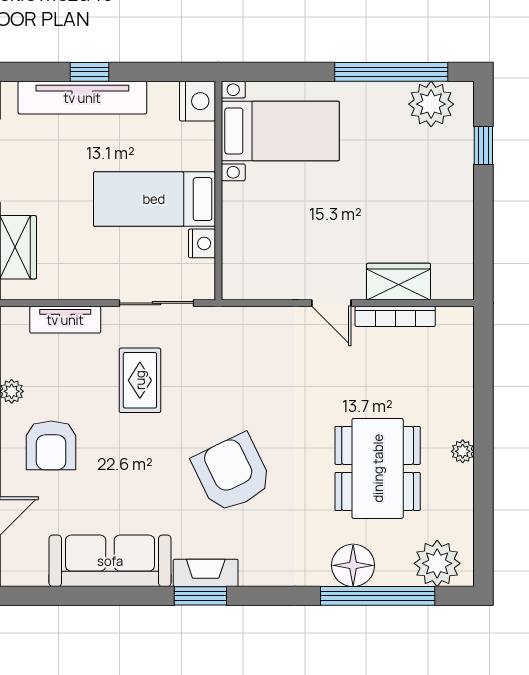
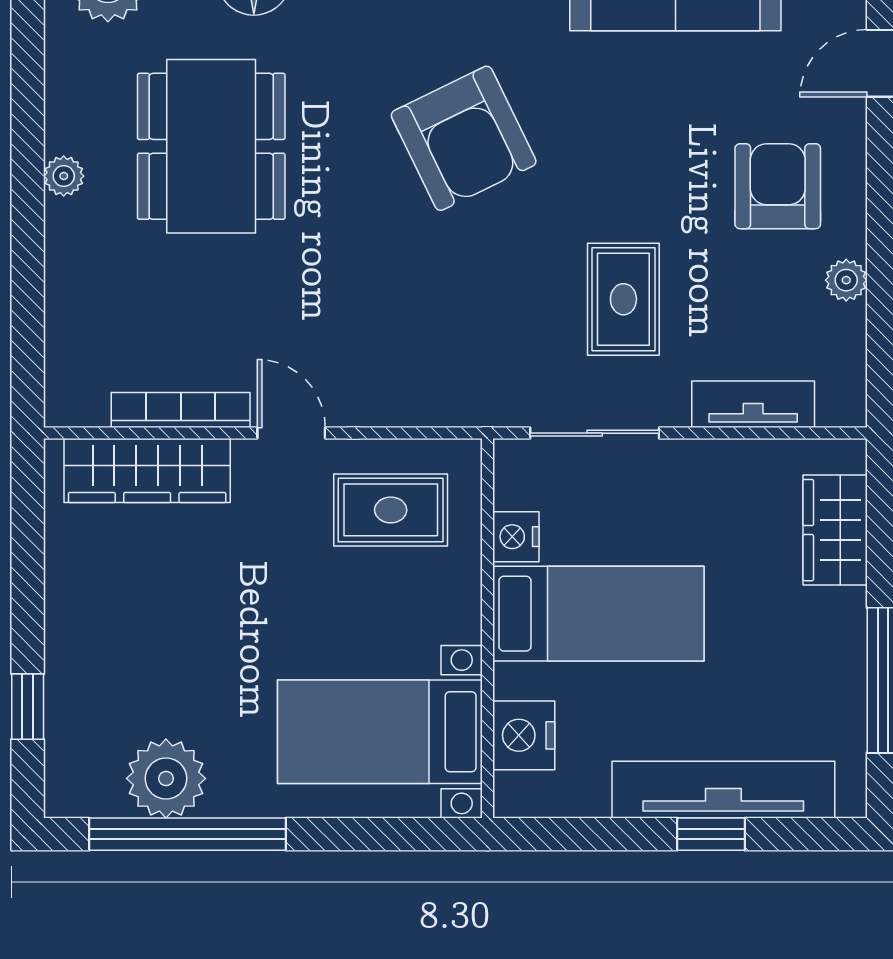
nightstand: (197, 101) -> (524, 735), moved
plant: (431, 104) -> (166, 778), moved
rug: (274, 259) -> (391, 510), added
wardrobe: (399, 282) -> (147, 471), width x1.50

